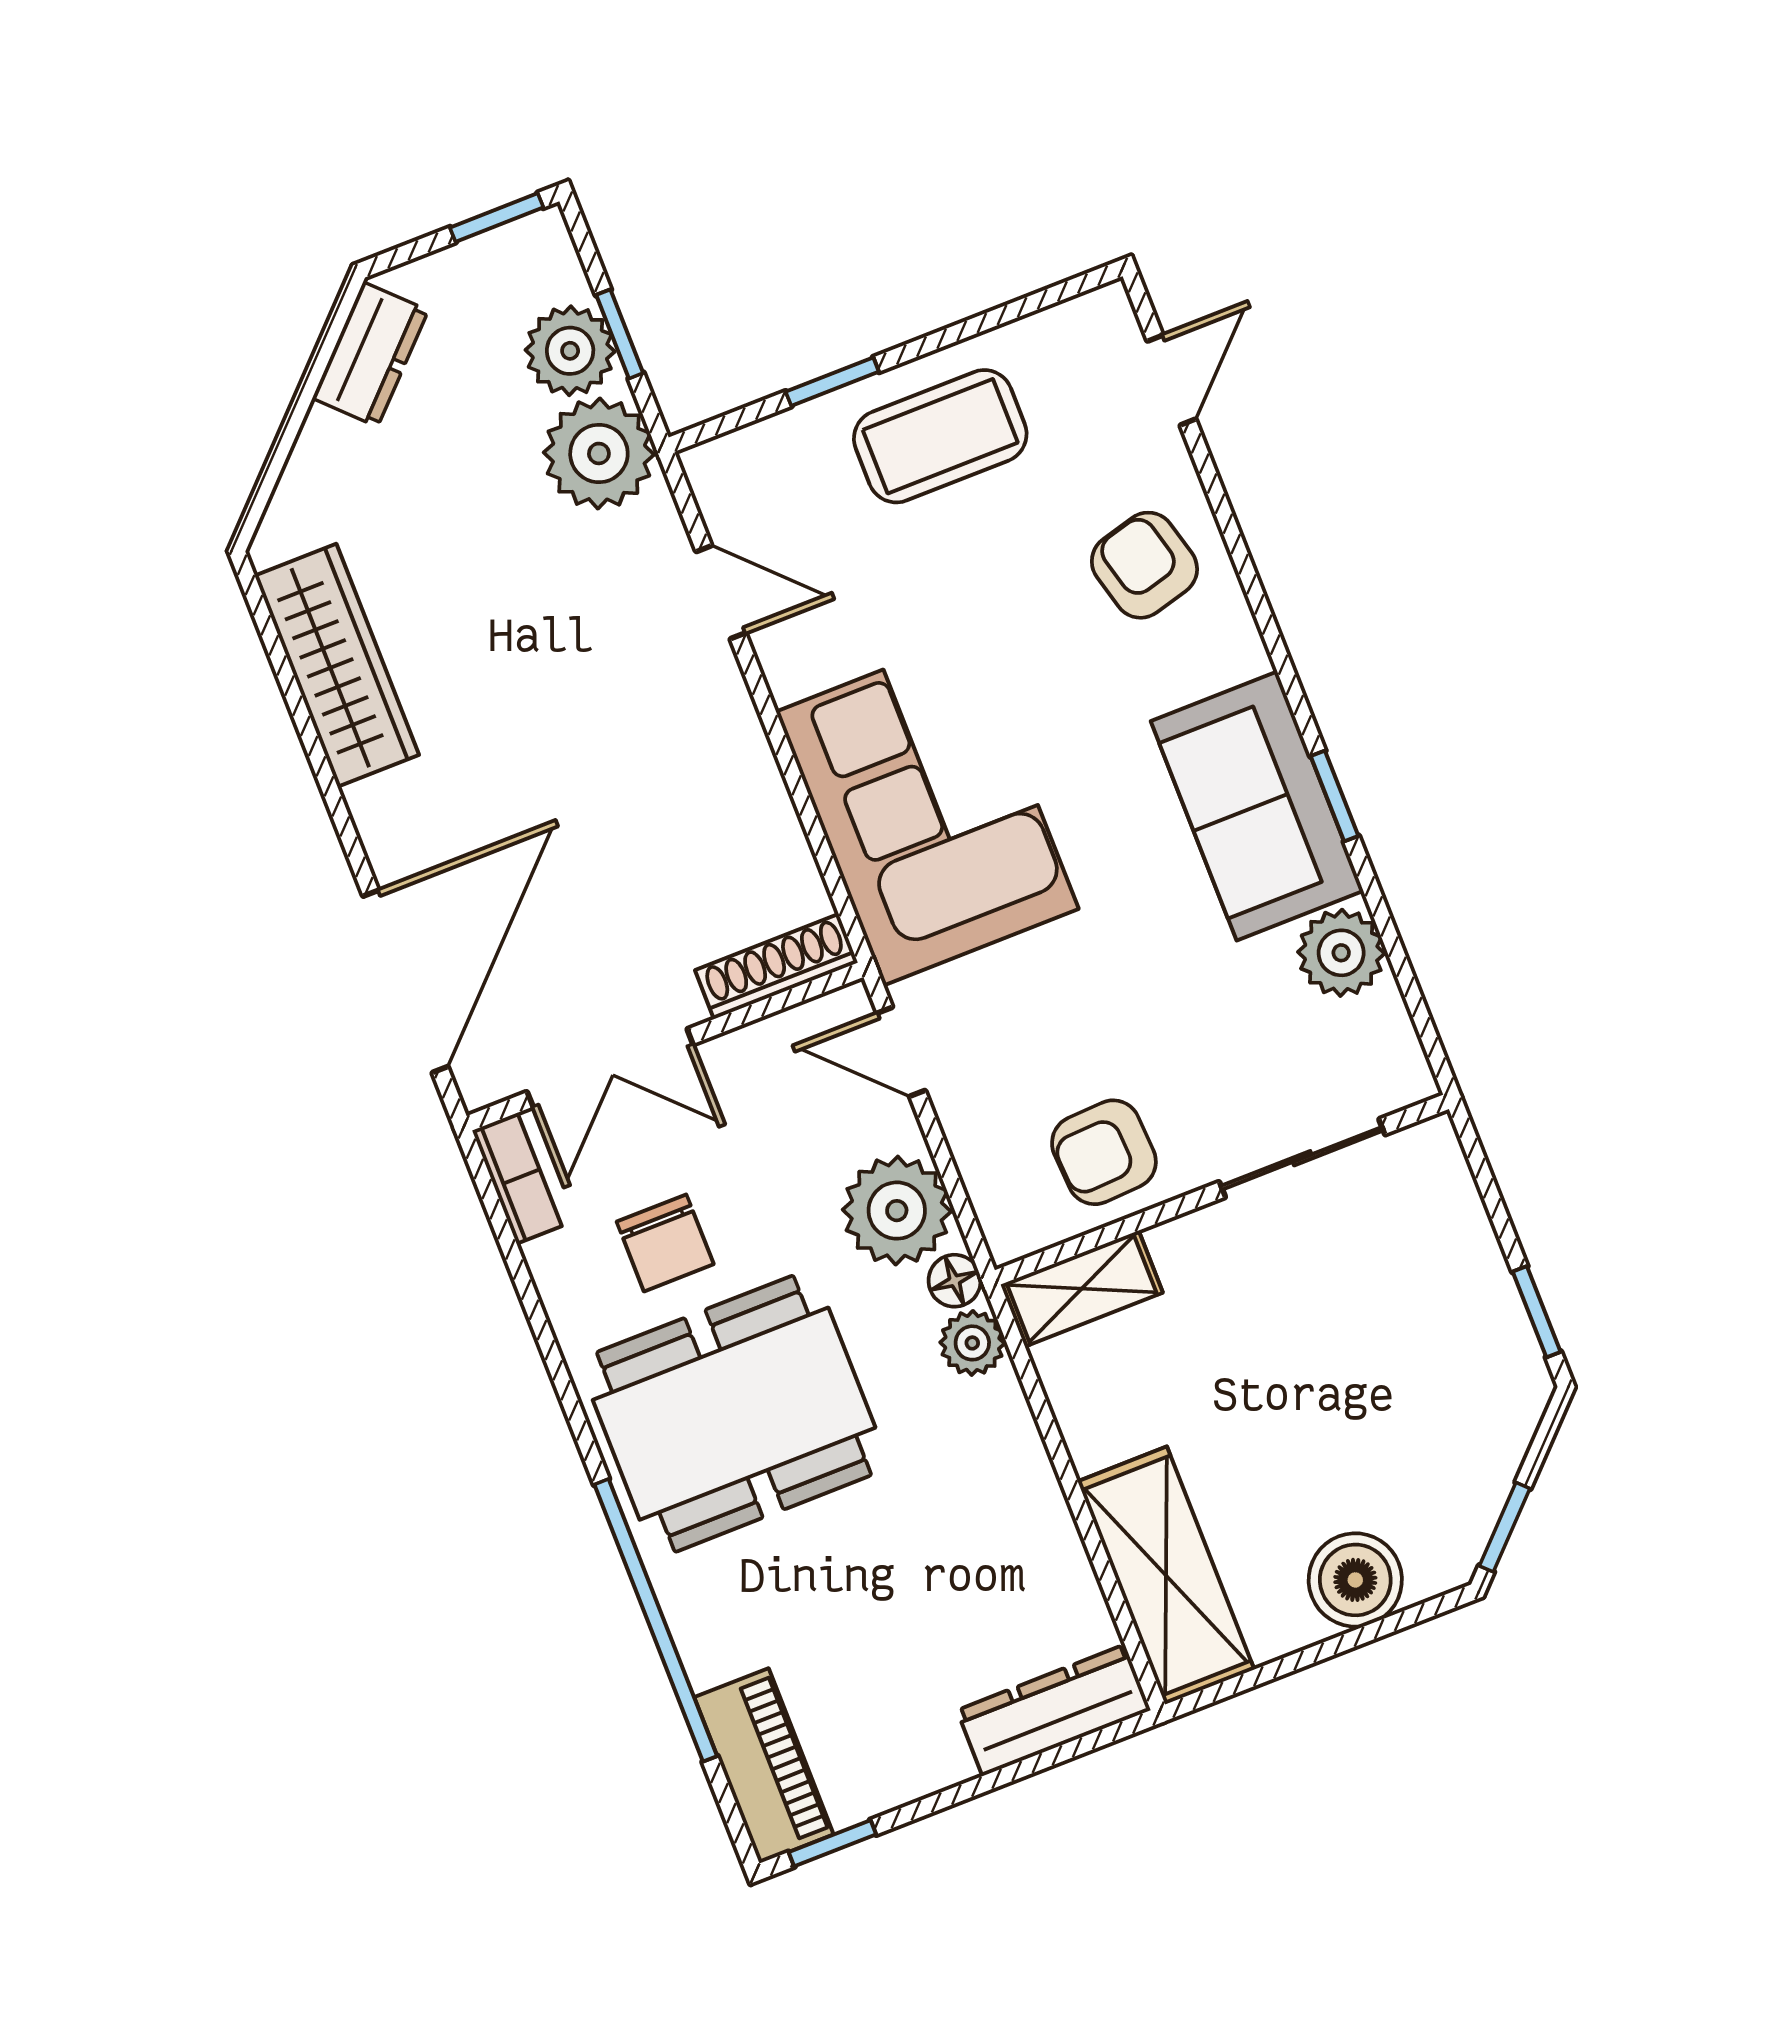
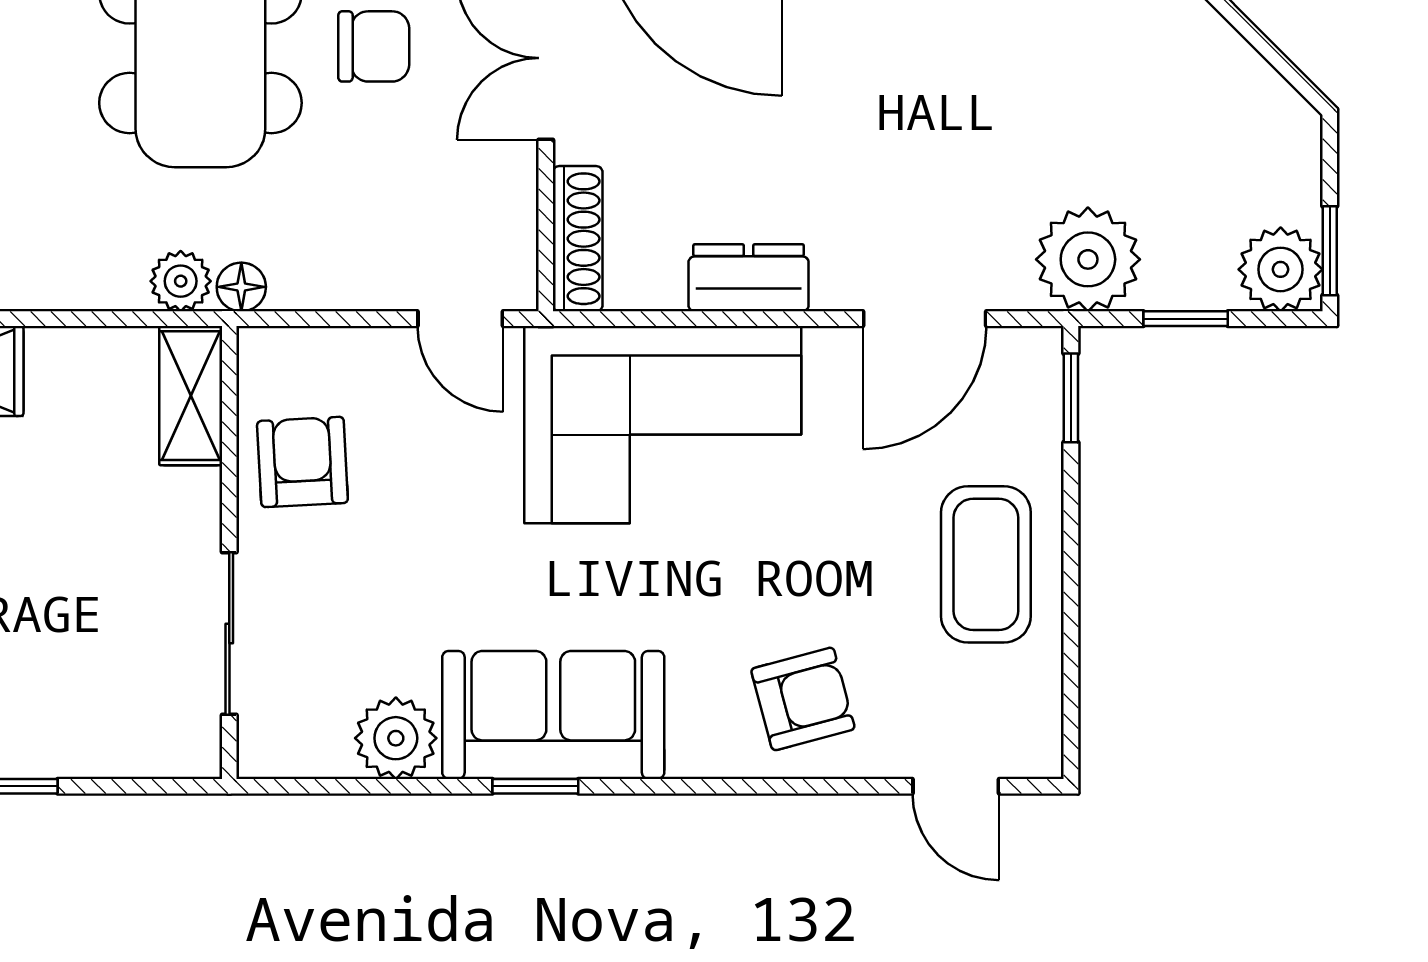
plant: (570, 351) -> (1281, 269), moved
dresser: (370, 354) -> (749, 278), moved, turned 135
window: (832, 382) -> (1071, 398), moved
door: (721, 592) -> (925, 319), width x1.38
door: (901, 1052) -> (460, 319), swing flipped
plant: (897, 1211) -> (323, 260), removed
chair: (665, 1243) -> (374, 46), turned 180

